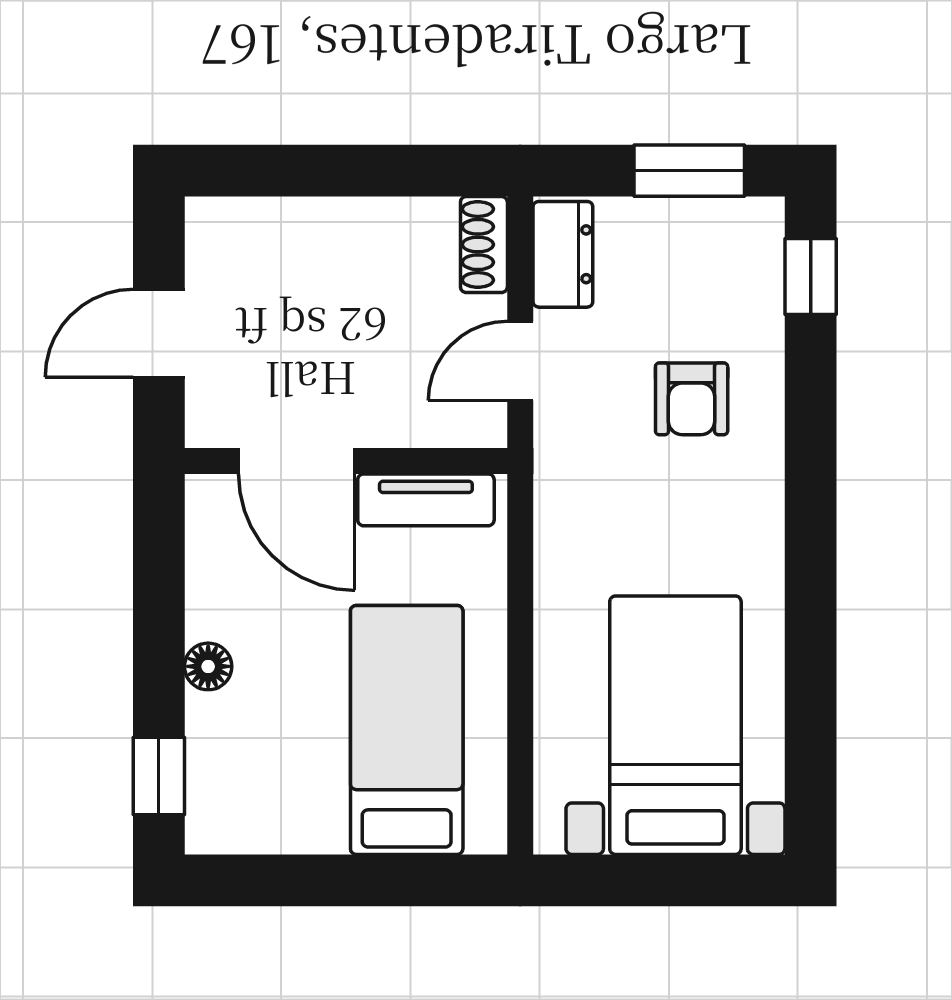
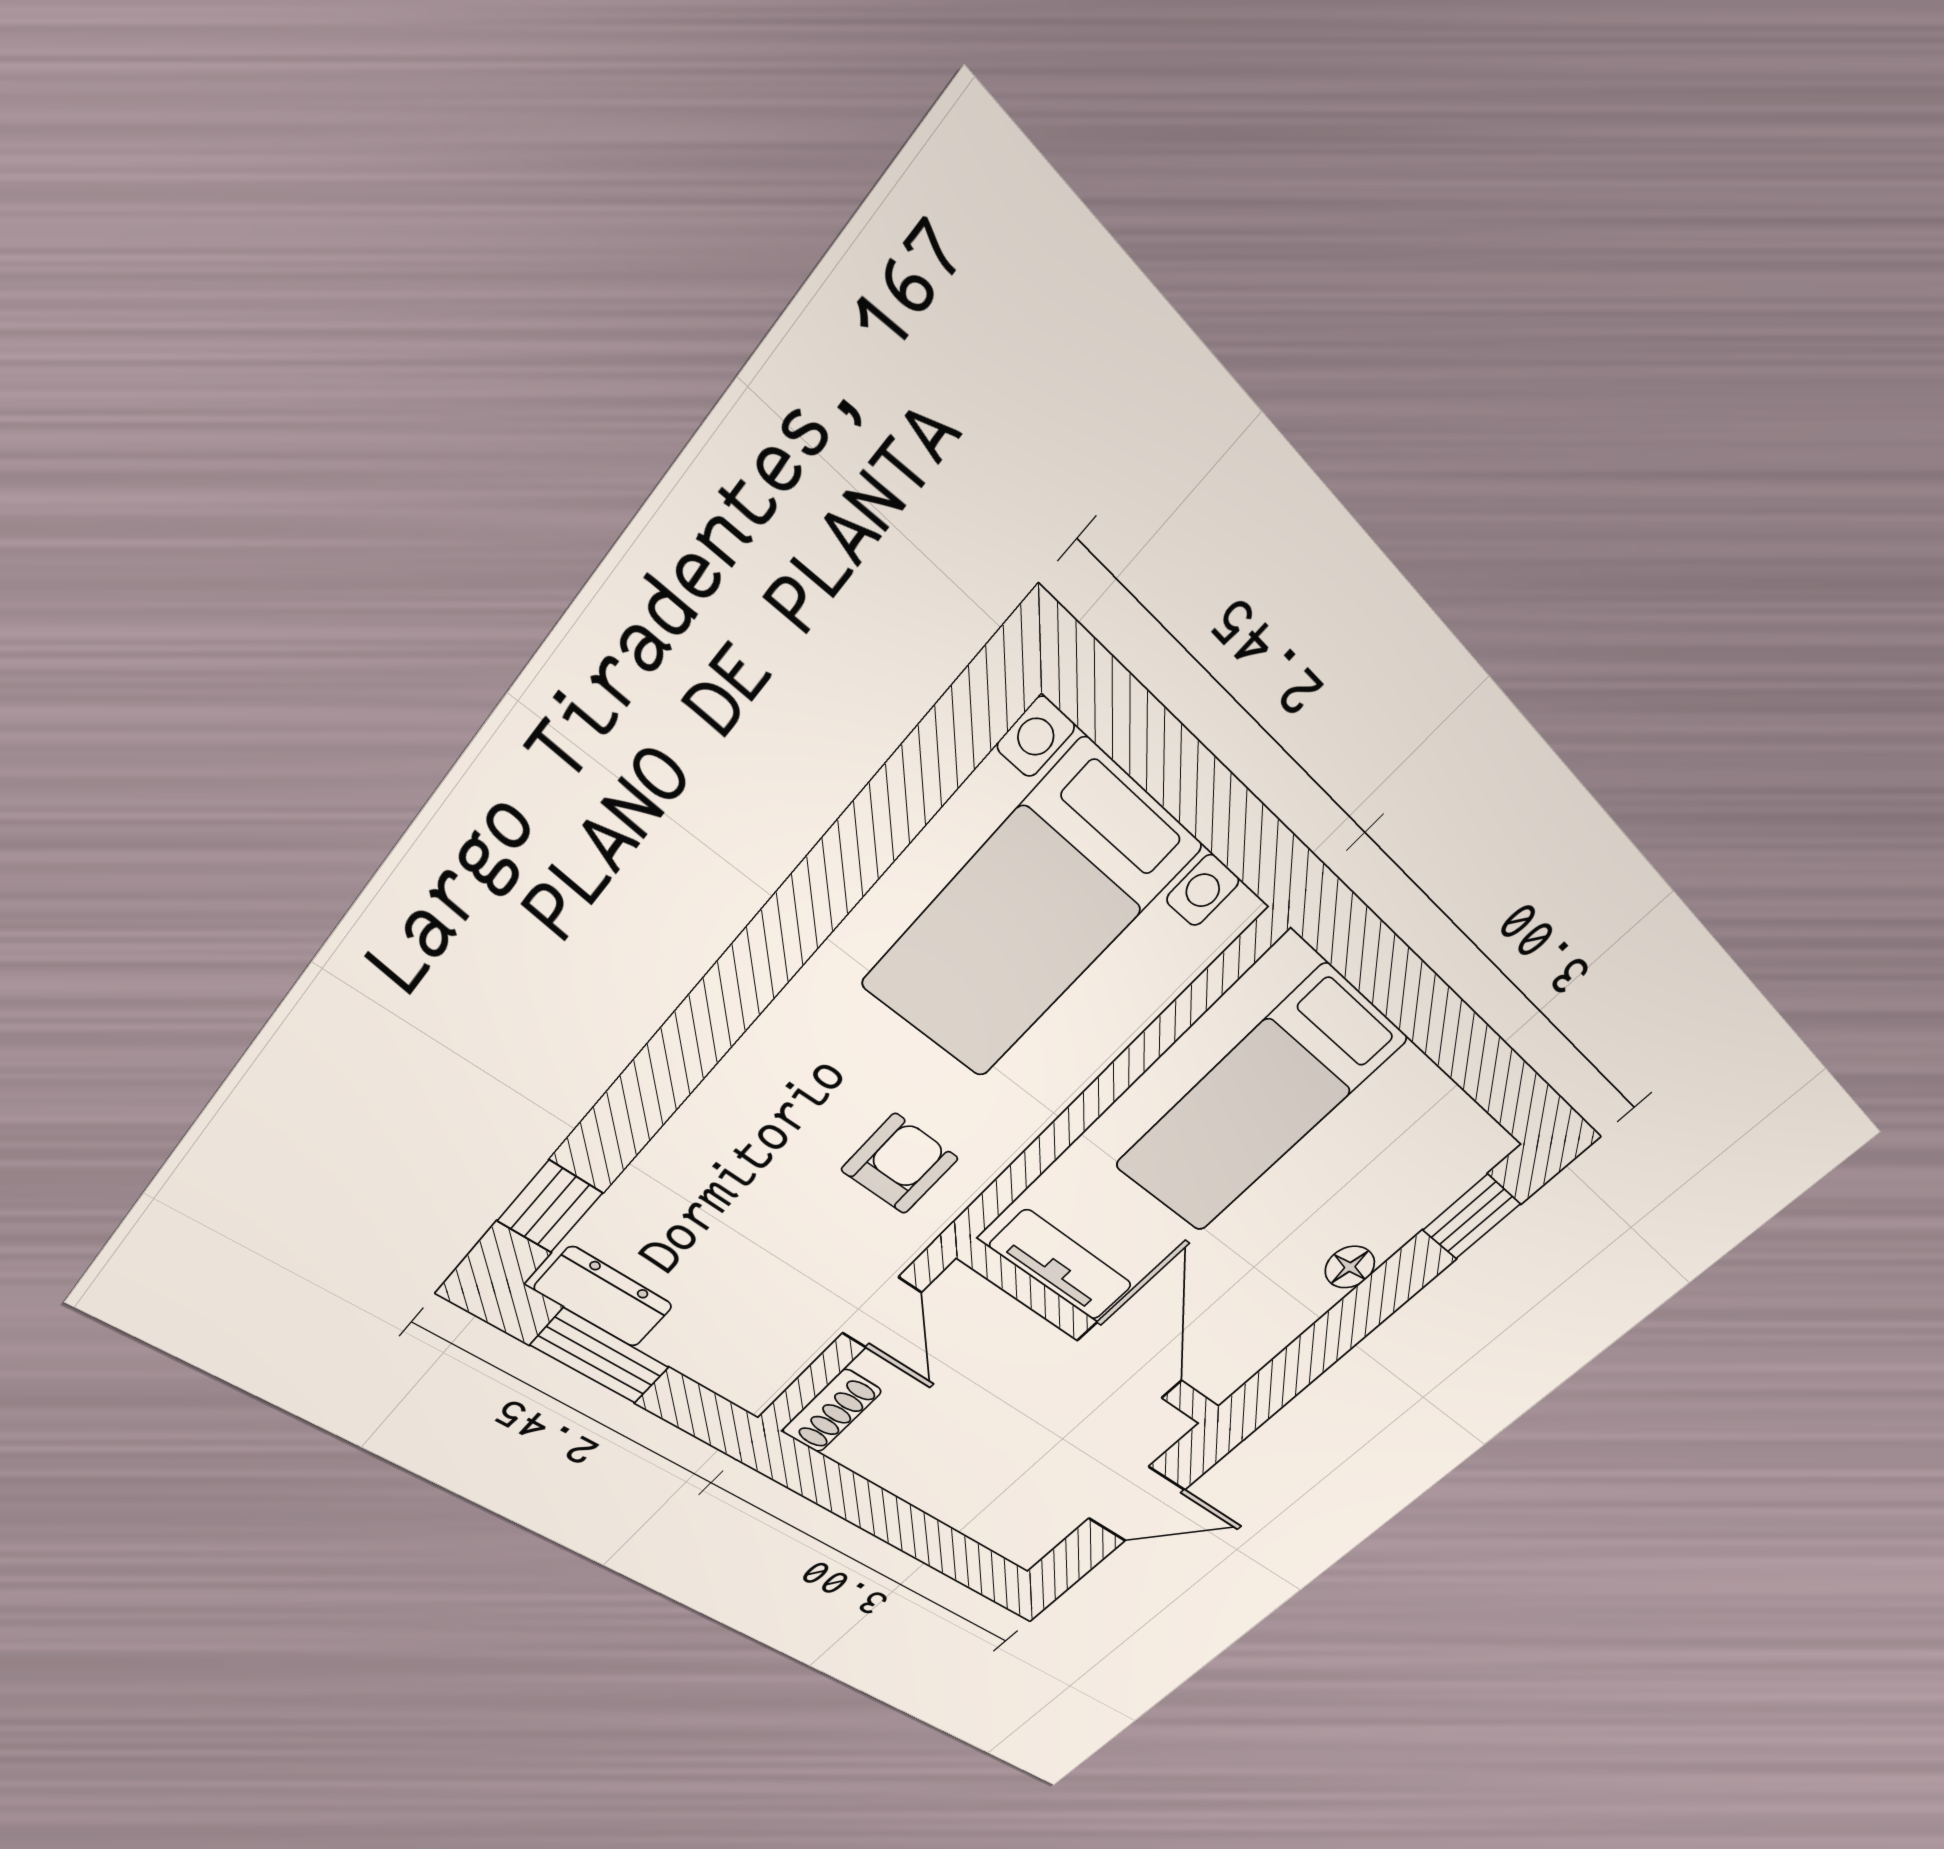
dresser: (563, 254) -> (603, 1297), moved, turned 90
door: (520, 361) -> (882, 1313), hinge flipped
armchair: (692, 399) -> (900, 1164), moved

